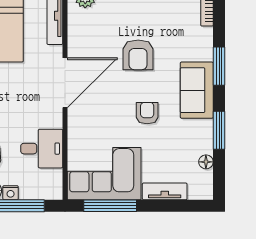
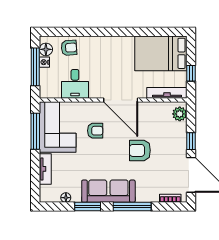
window: (219, 66) -> (132, 207), width x1.44
sofa: (197, 90) -> (108, 191), width x1.36
armchair: (147, 113) -> (95, 131), moved

